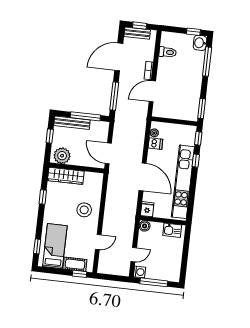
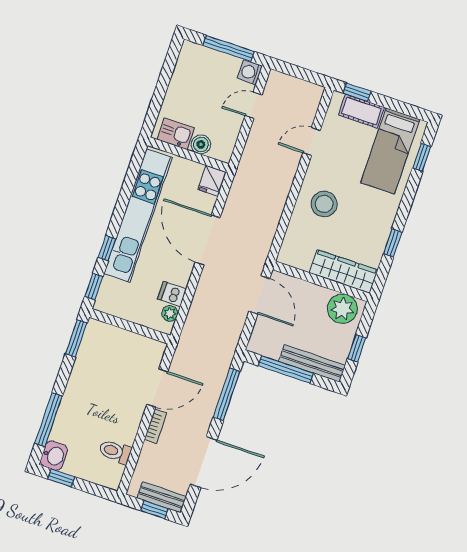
boiler: (145, 226) -> (201, 144), moved

